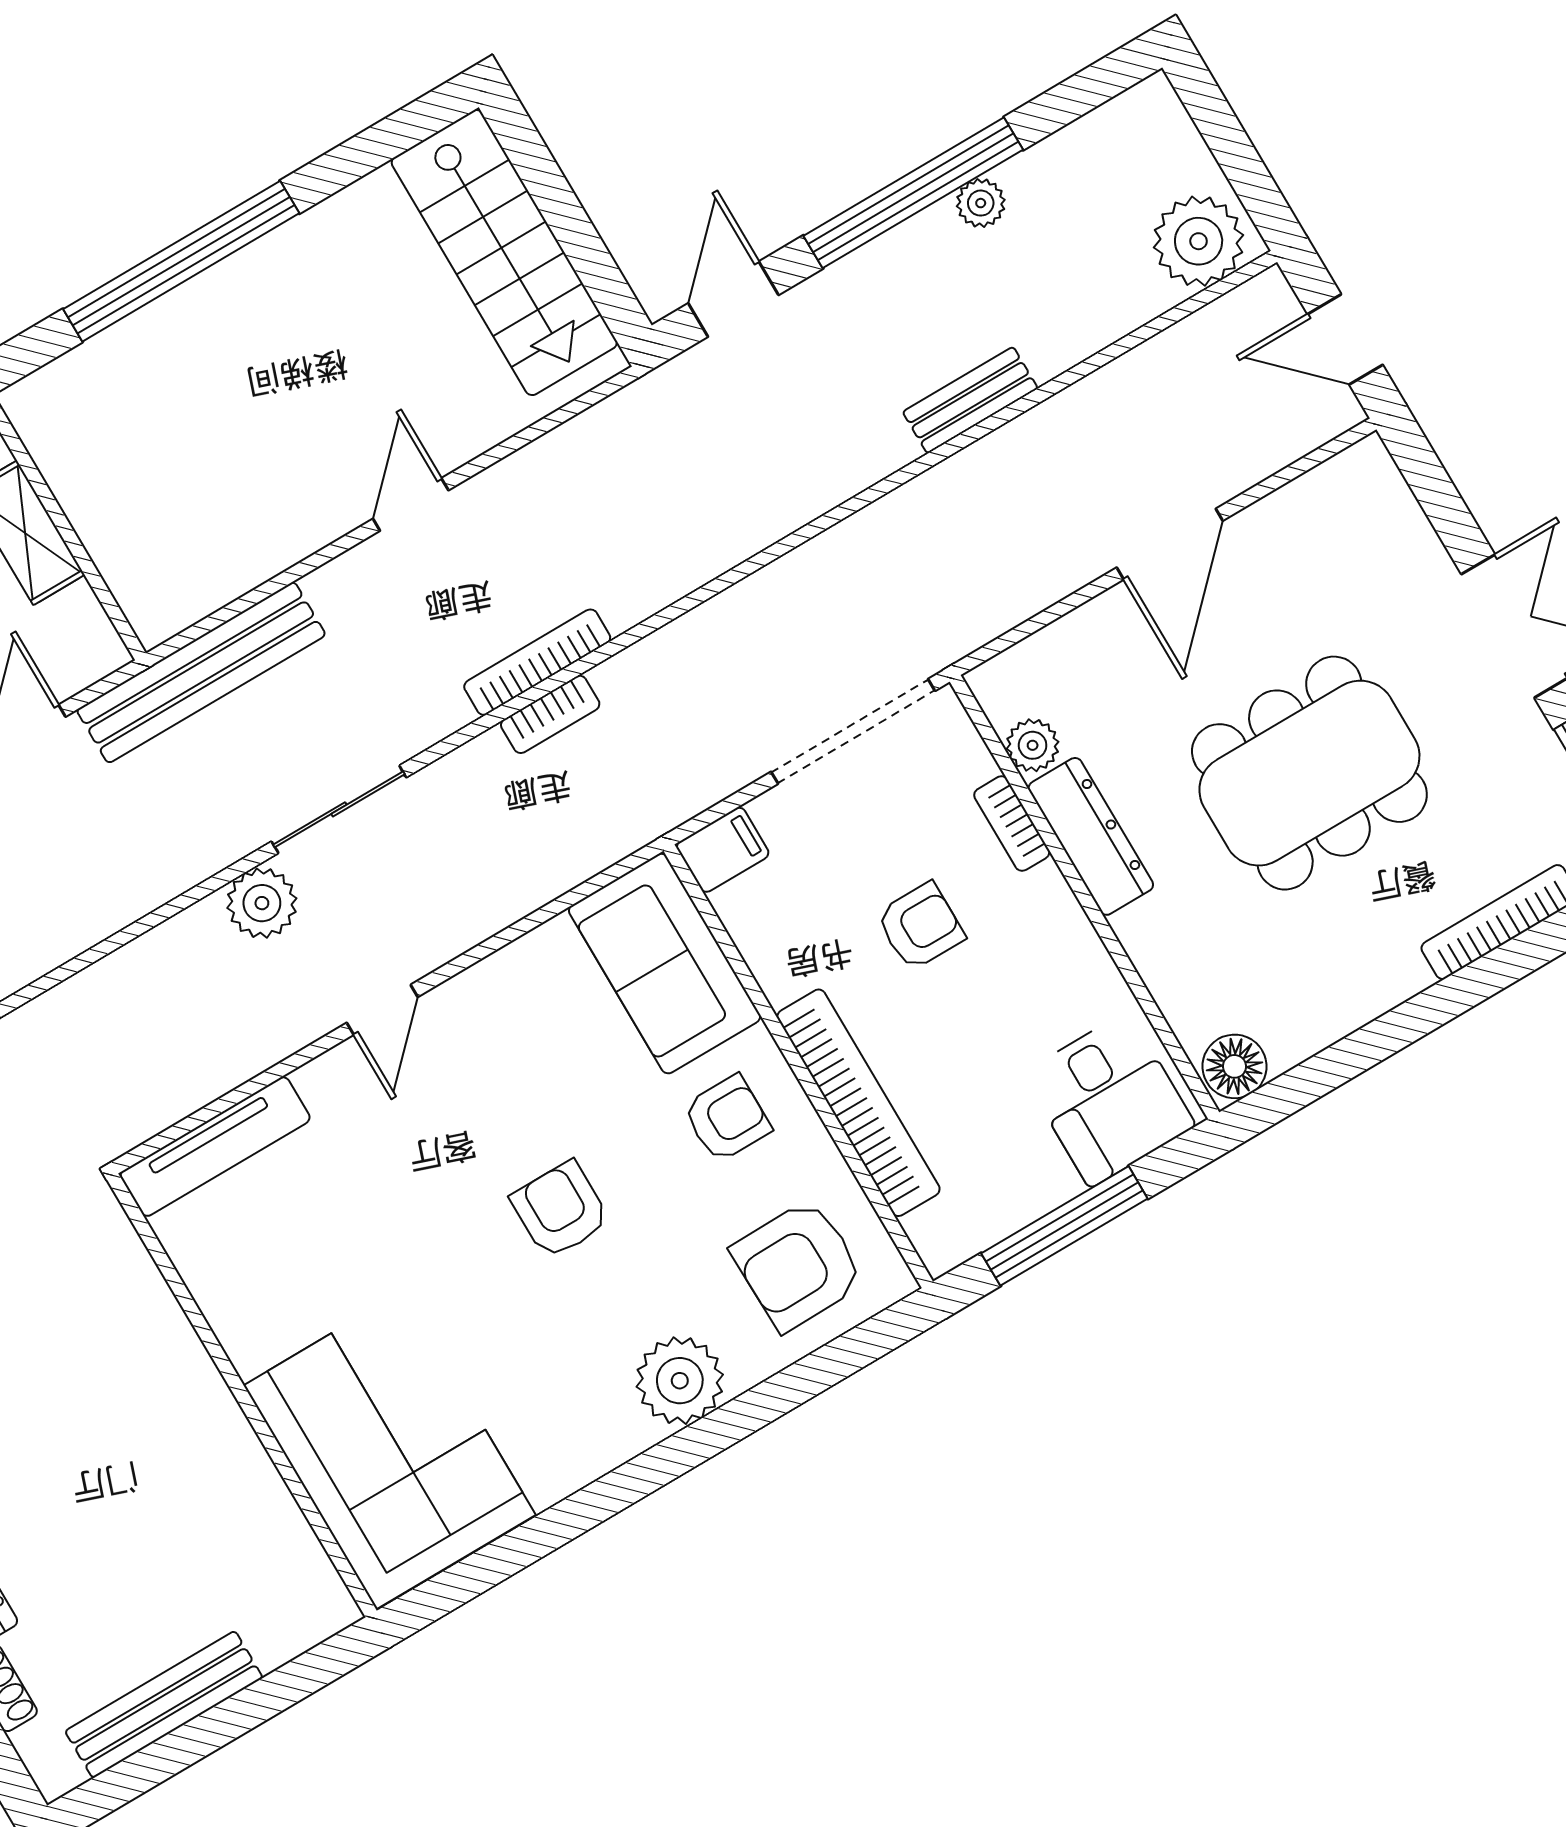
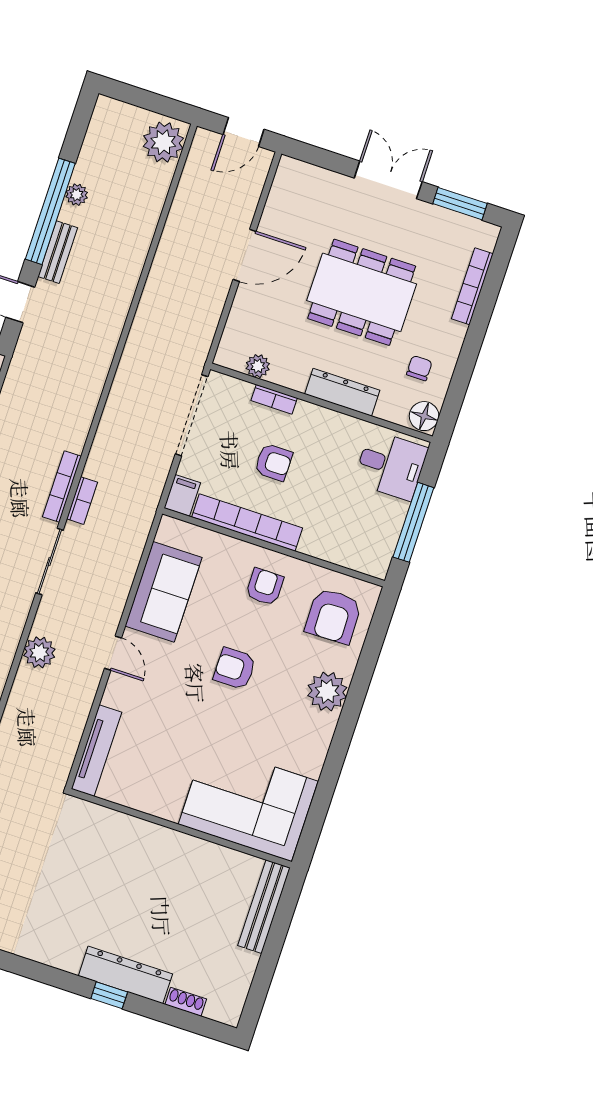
bench: (970, 400) -> (58, 252), moved
door: (1170, 544) -> (245, 255), hinge flipped
dining table: (1309, 773) -> (362, 292), turned 90
sliding door: (339, 809) -> (50, 561), moved
dresser: (1091, 836) -> (342, 392), moved
armchair: (920, 926) -> (274, 462), turned 90
sofa: (665, 964) -> (164, 592), moved, turned -90
chair: (1295, 981) -> (419, 368), added
bookcase: (858, 1103) -> (247, 523), moved
bench: (164, 1704) -> (264, 907), moved

